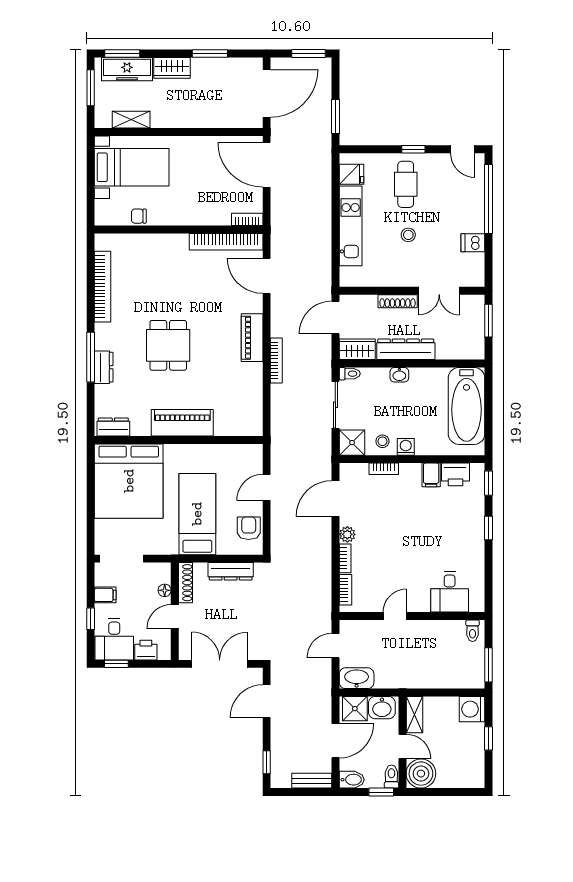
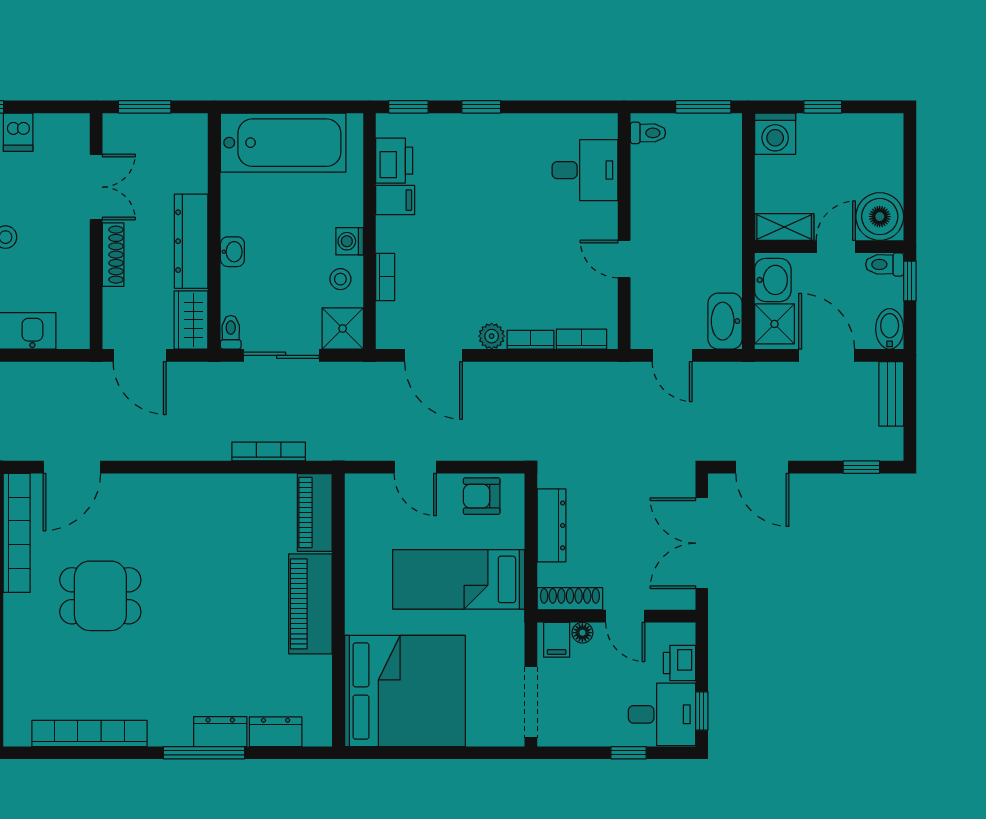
piano: (252, 338) -> (315, 512), moved, turned 90
dining table: (168, 345) -> (100, 596), moved
bookcase: (276, 361) -> (269, 451), moved
dresser: (113, 427) -> (276, 732), moved, turned 90
filing cabinet: (105, 595) -> (557, 640), moved, turned 180

